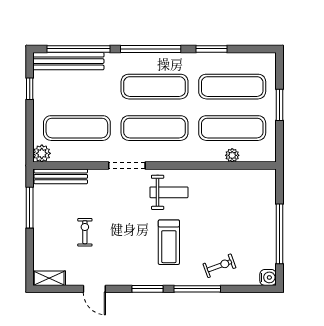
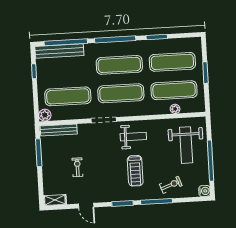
weight bench: (245, 209) -> (186, 145), added

